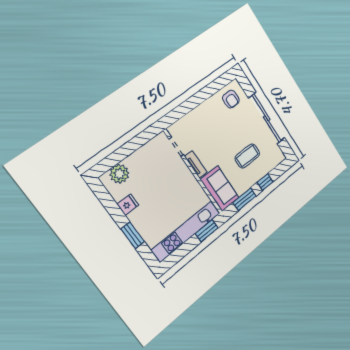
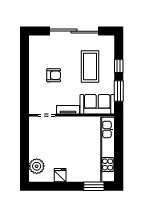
armchair: (231, 99) -> (54, 75), moved
coffee table: (247, 156) -> (90, 66), width x1.36, depth x1.32
window: (207, 231) -> (119, 135), removed
window: (133, 235) -> (94, 186), moved

